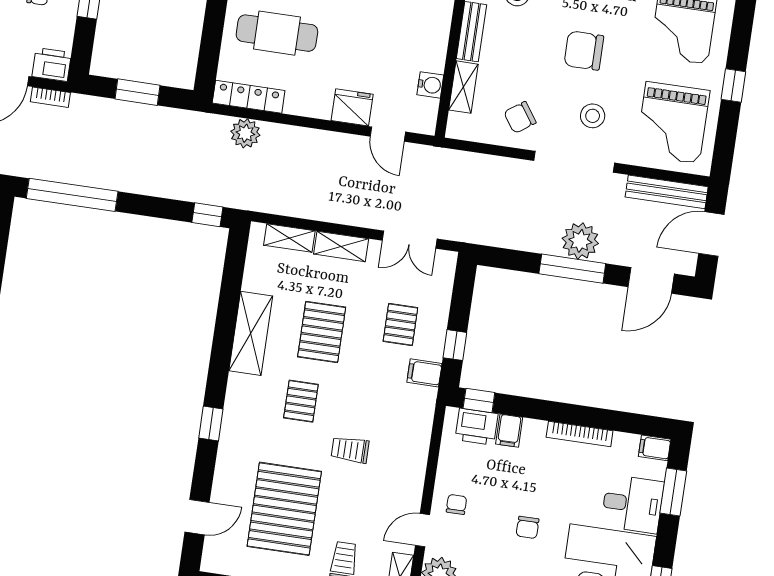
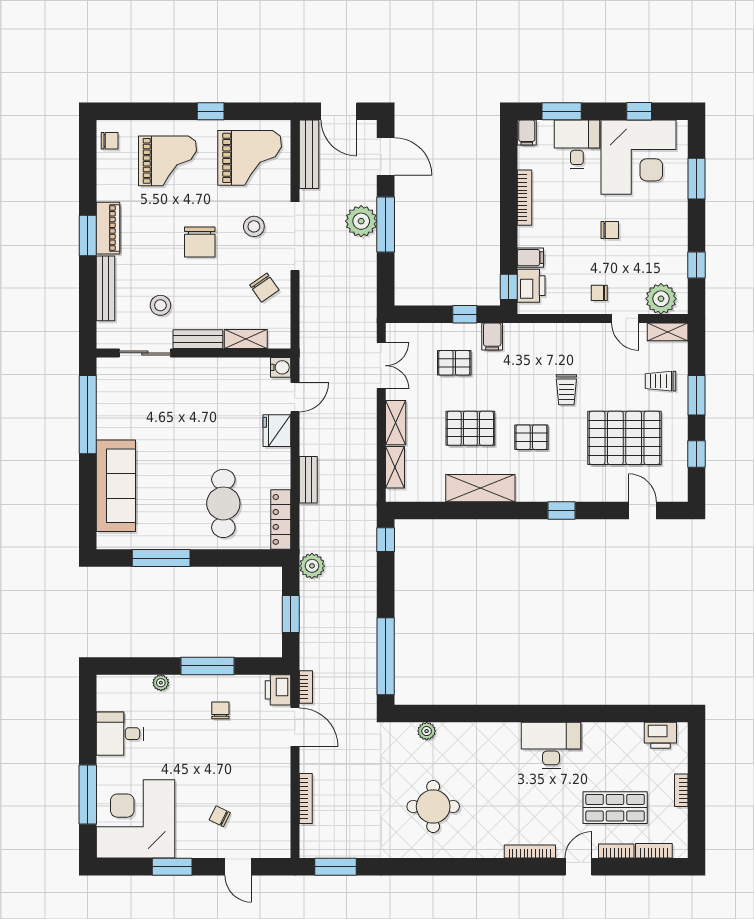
water cooler: (430, 85) -> (281, 367), moved, turned 90
plant: (245, 133) -> (312, 566), moved
bench: (290, 135) -> (308, 480), added

